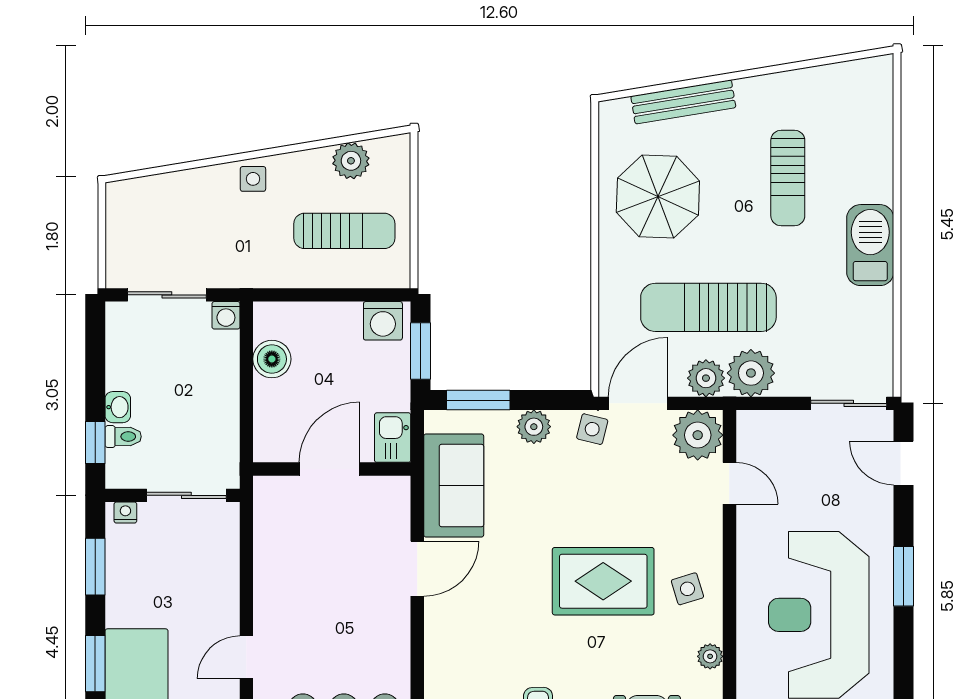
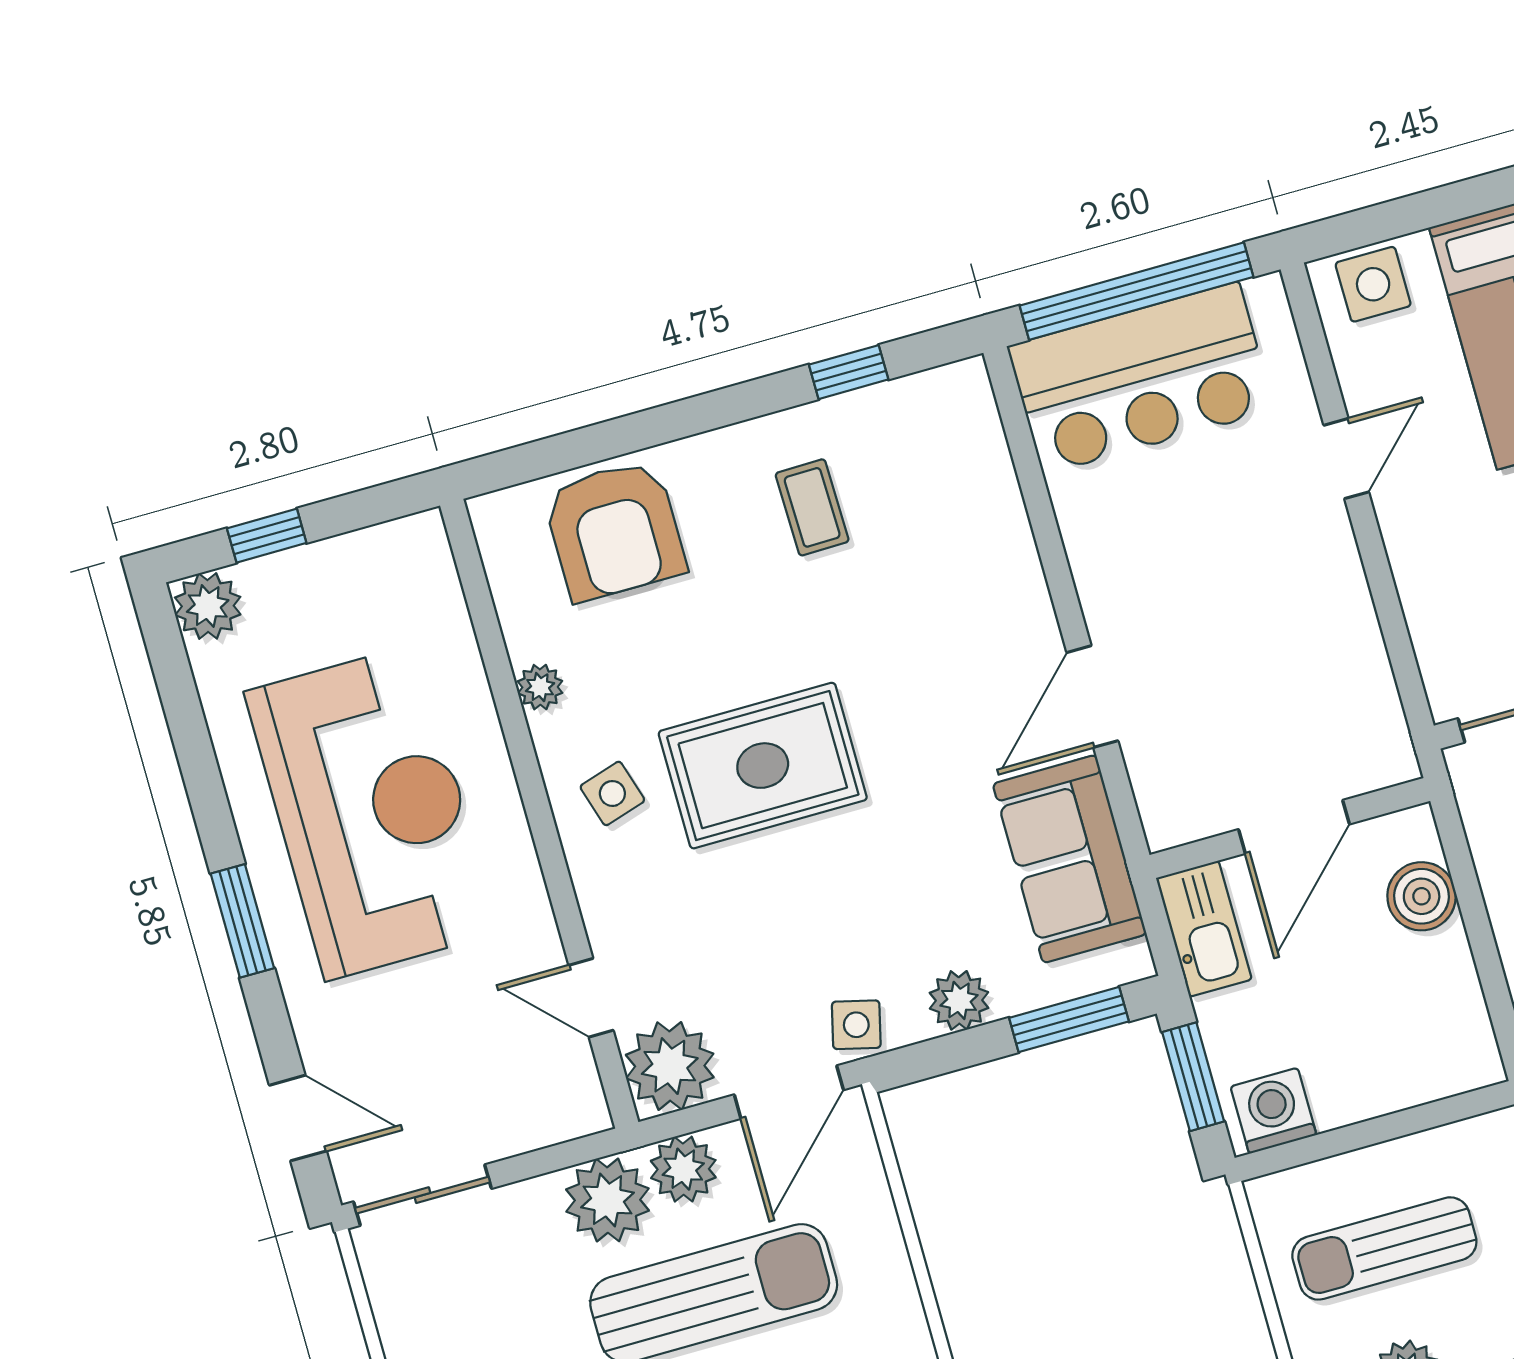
boiler: (272, 359) -> (1422, 896), moved
kitchen sink: (393, 438) -> (1204, 929), width x1.38

